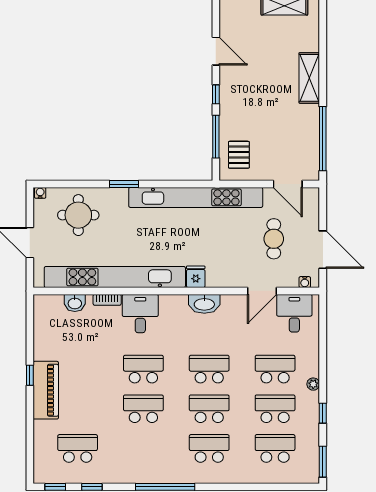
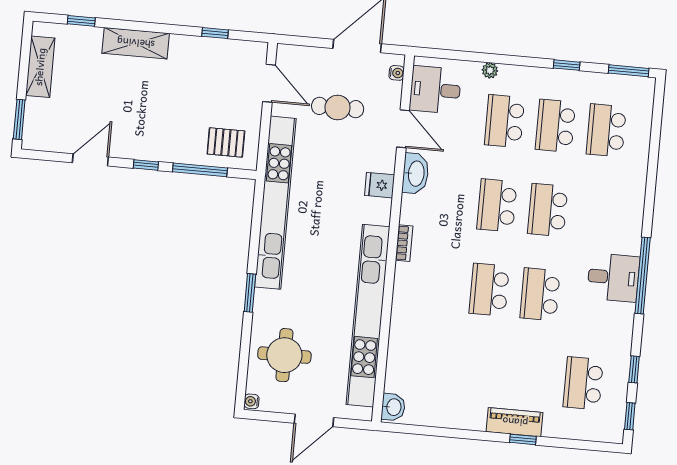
window: (323, 34) -> (81, 21), added
window: (323, 139) -> (215, 33), width x0.32
door: (288, 184) -> (269, 83), hinge flipped
fridge: (196, 277) -> (380, 185), moved
bookcase: (107, 300) -> (404, 243), moved
washbasin: (75, 303) -> (393, 407), moved
washbasin: (204, 304) -> (416, 174), moved
desk: (140, 314) -> (613, 277), moved, turned 180
window: (30, 375) -> (523, 439), moved
plant: (313, 384) -> (490, 70), moved
piano: (46, 390) -> (515, 422), width x0.73, depth x0.75
school desk: (209, 448) -> (599, 215), removed

